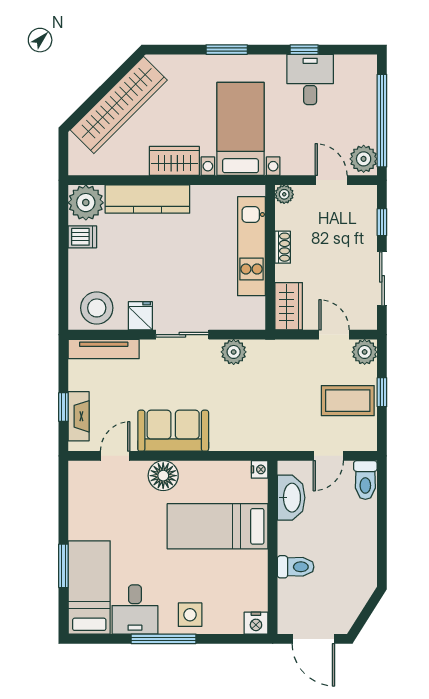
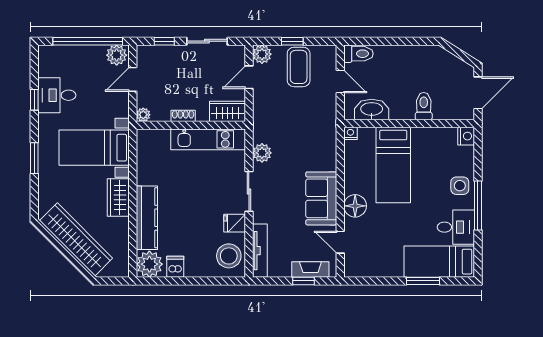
kitchen unit: (252, 246) -> (208, 139), moved

